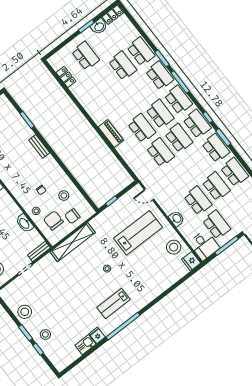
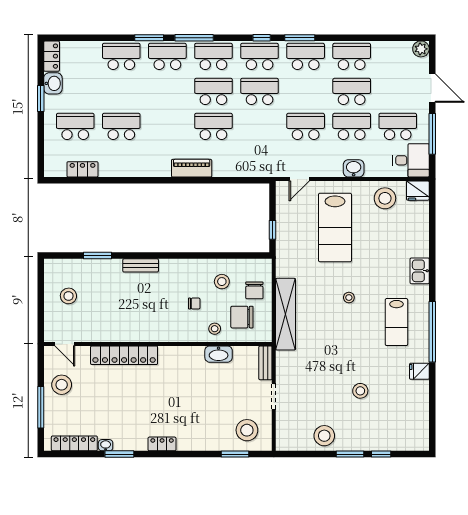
school desk: (123, 66) -> (121, 126), moved
school desk: (160, 152) -> (306, 126), moved
lab bench: (138, 233) -> (335, 227), turned 180
stool: (45, 334) -> (360, 391), moved
kitchen sink: (85, 345) -> (420, 271), moved

